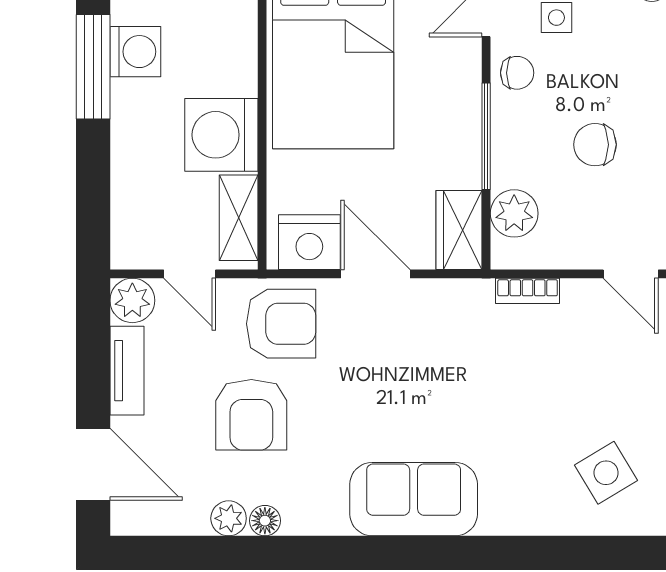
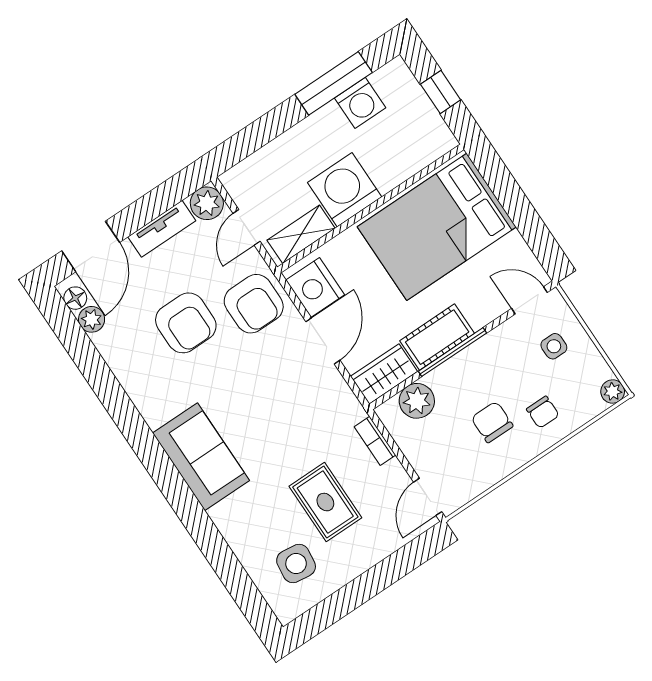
chair: (517, 73) -> (543, 412), moved
cot: (458, 142) -> (437, 337), added
rug: (559, 393) -> (325, 502), added
armchair: (251, 415) -> (186, 323), turned -90
side table: (606, 473) -> (296, 564), turned 38
plant: (229, 518) -> (92, 319), moved
floor lamp: (265, 521) -> (75, 298), moved

